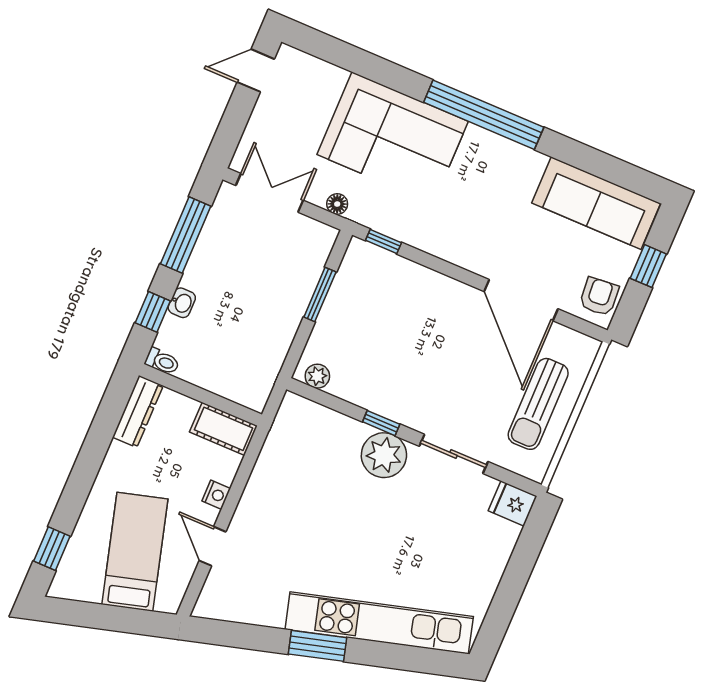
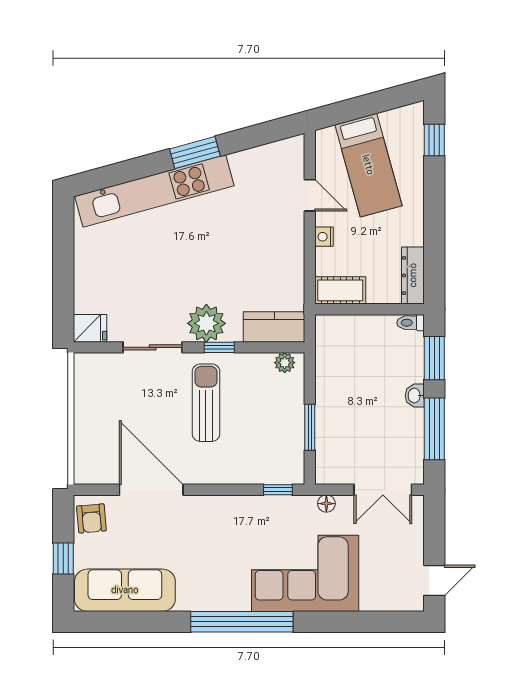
washbasin: (182, 303) -> (415, 396), moved
window: (153, 312) -> (434, 358), width x1.50
sun lounger: (538, 404) -> (206, 403), moved
kitchen counter: (312, 420) -> (274, 327), added

